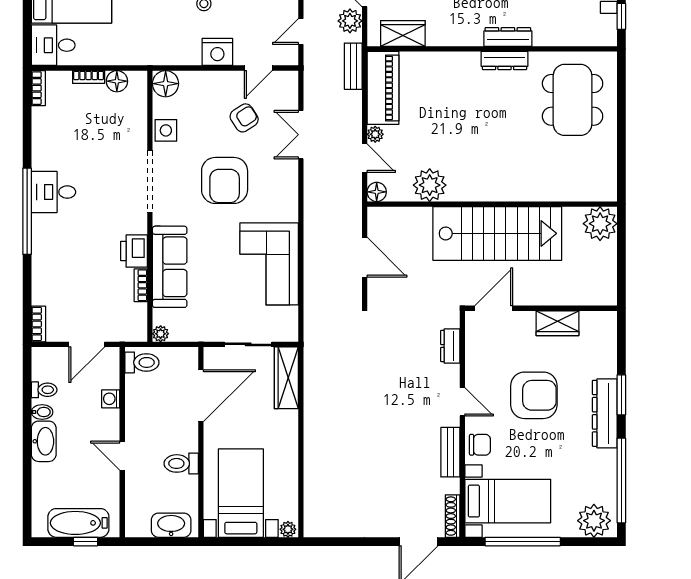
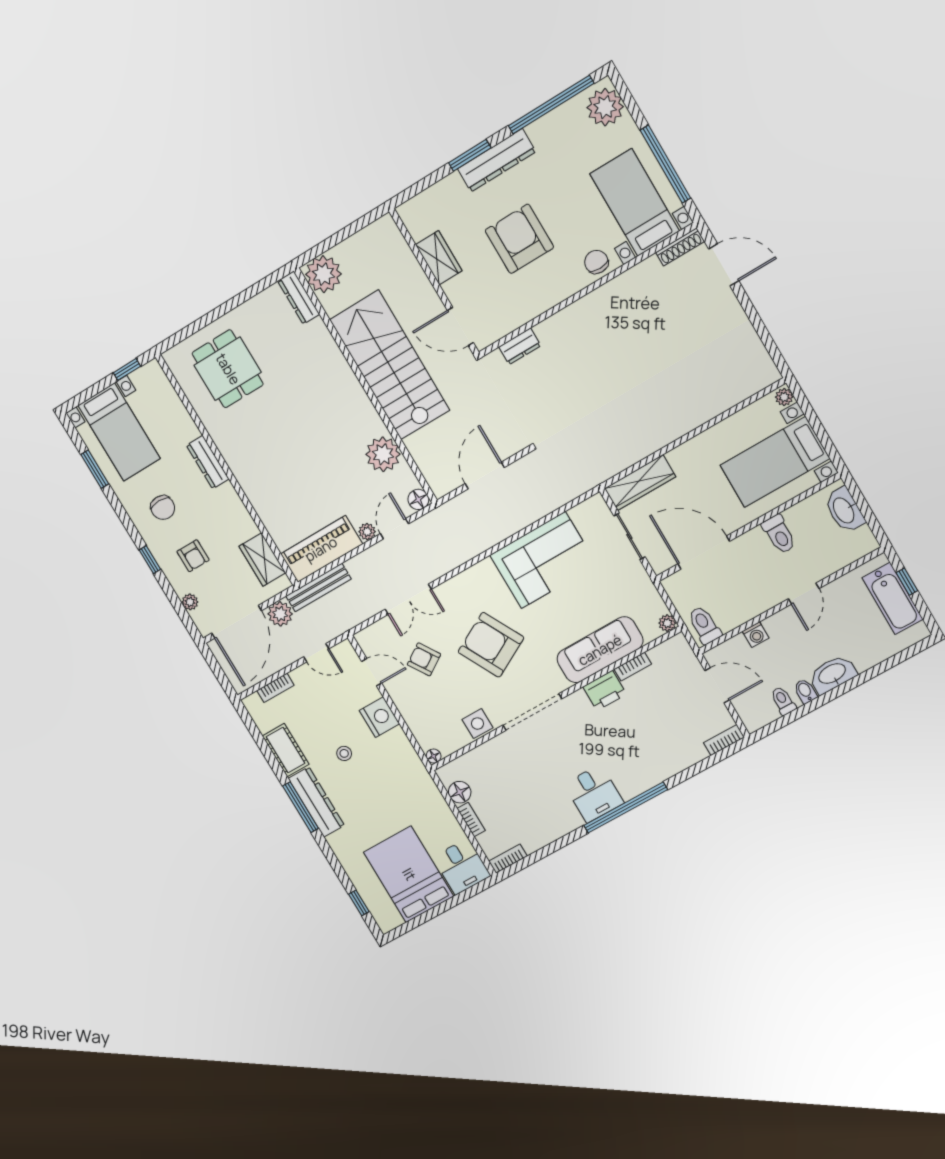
dresser: (505, 61) -> (299, 298), moved, turned 180
bench: (353, 66) -> (318, 588), width x1.36
floor lamp: (166, 84) -> (434, 756), width x0.53, depth x0.53
dining table: (573, 100) -> (228, 369), width x0.73
armchair: (225, 180) -> (491, 645), turned -118
door: (462, 402) -> (565, 303), removed
bench: (450, 452) -> (620, 286), removed

